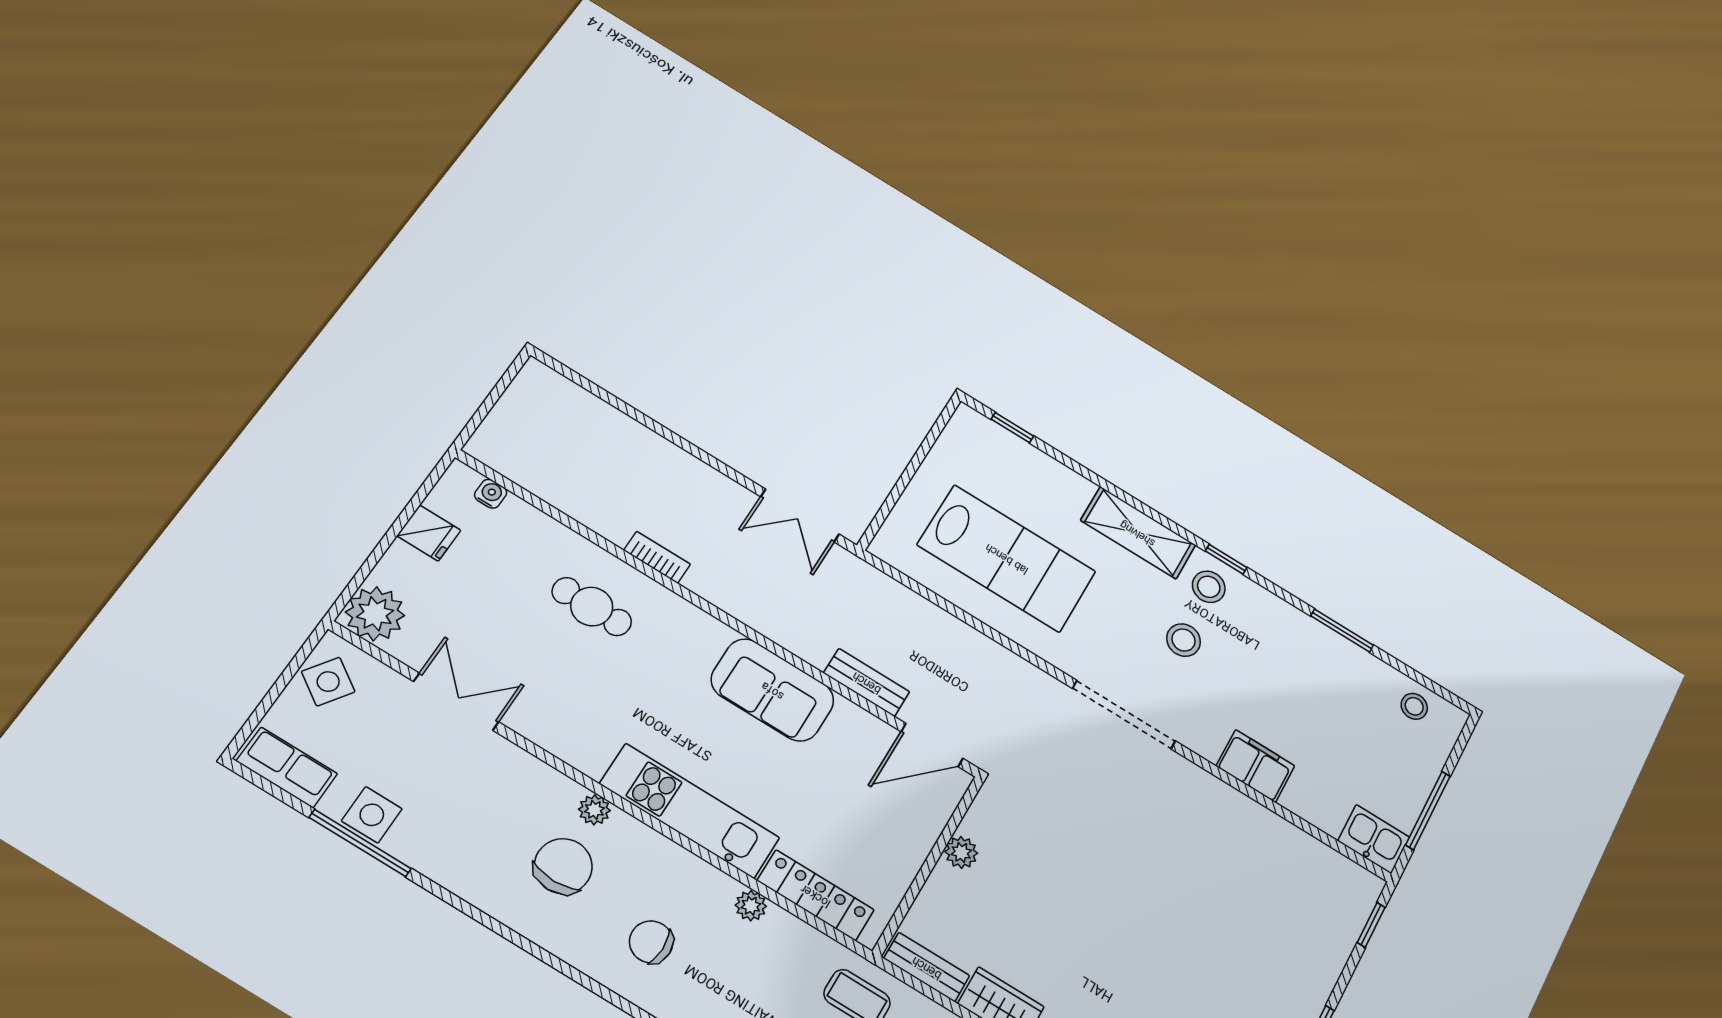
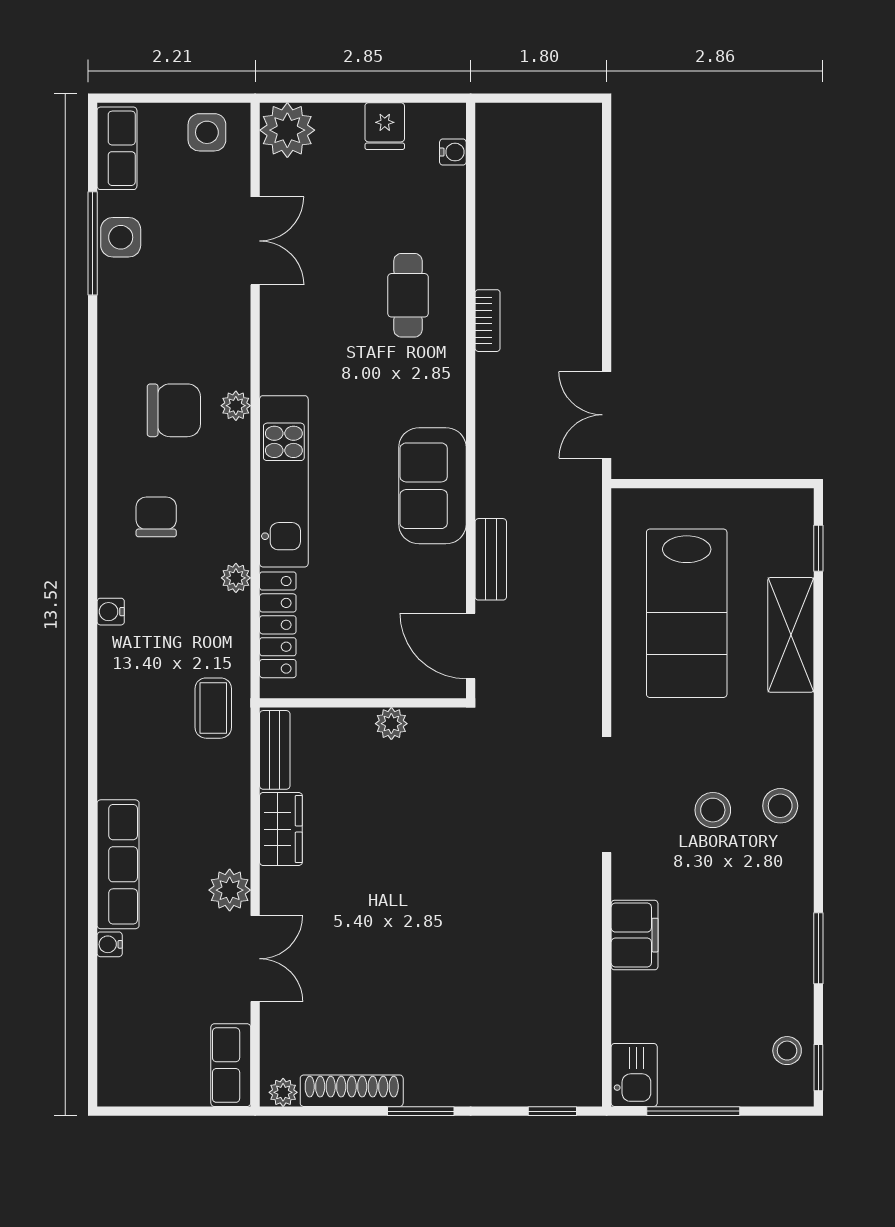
shelving: (1138, 533) -> (791, 635), moved
window: (1226, 559) -> (818, 1068), moved
side table: (328, 682) -> (207, 132), turned -34

